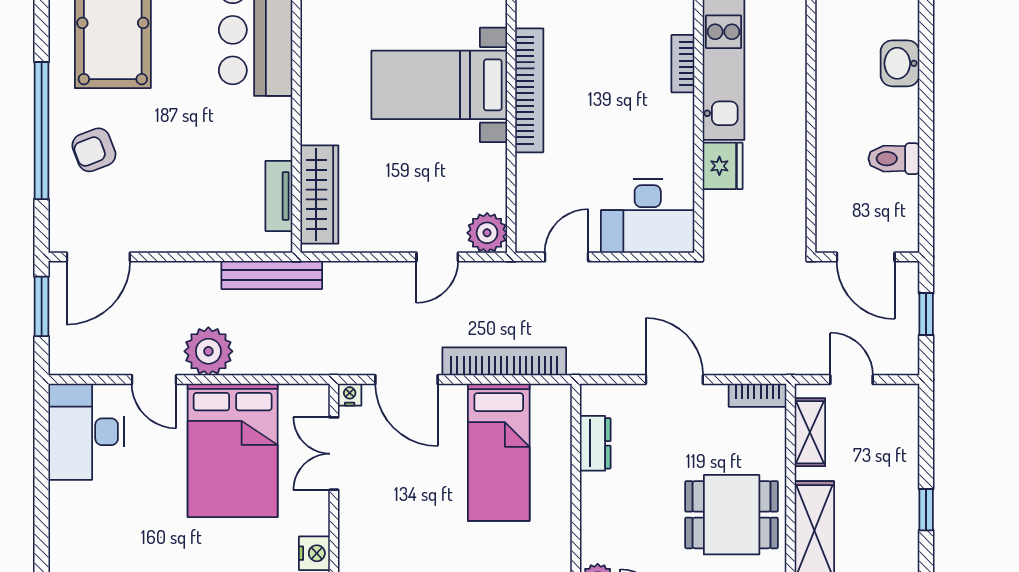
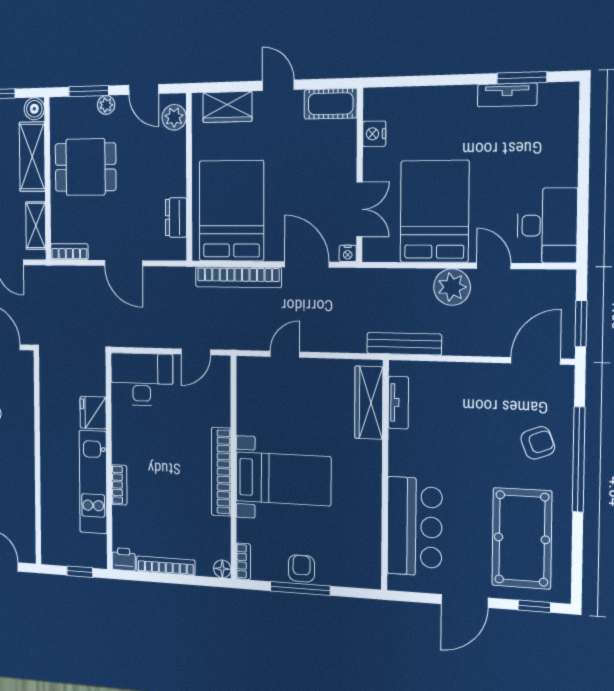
plant: (487, 233) -> (250, 371), removed
bed: (499, 452) -> (231, 211), width x1.50

